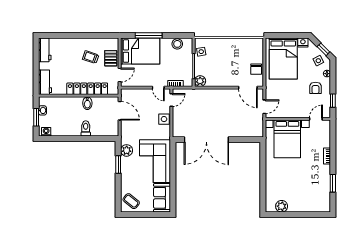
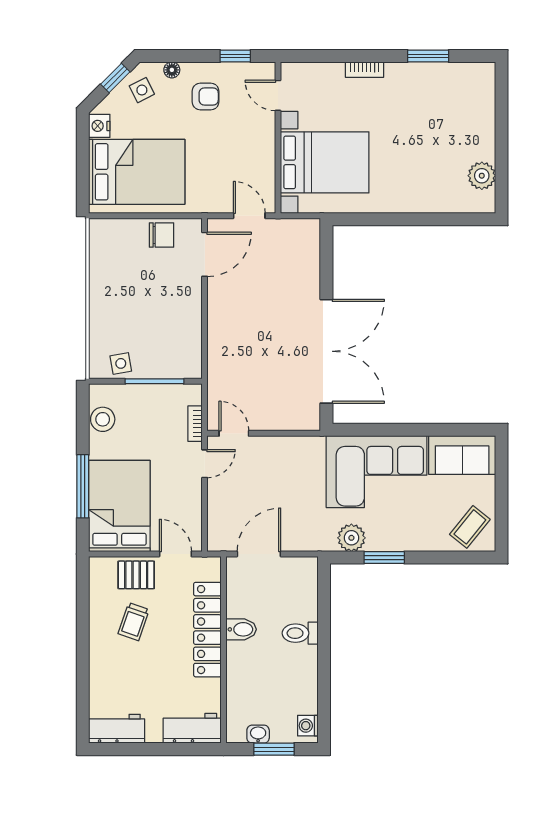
plant: (200, 81) -> (189, 366), removed
side table: (164, 119) -> (278, 450), removed

